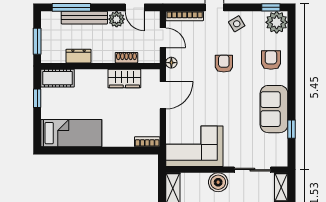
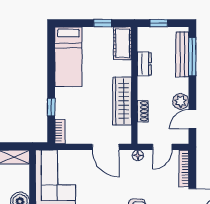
bench: (84, 18) -> (182, 54), moved
window: (37, 41) -> (159, 23), width x0.67
wardrobe: (124, 79) -> (122, 101), width x1.50
window: (122, 151) -> (51, 107), added

